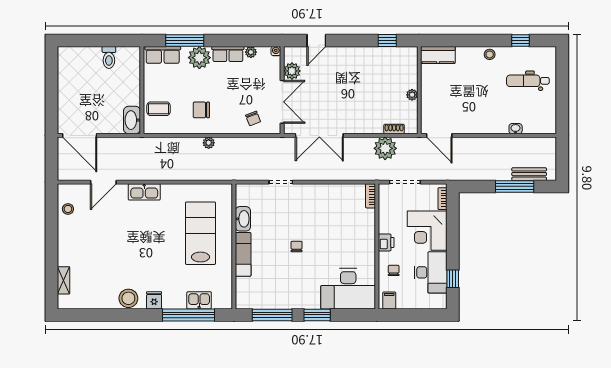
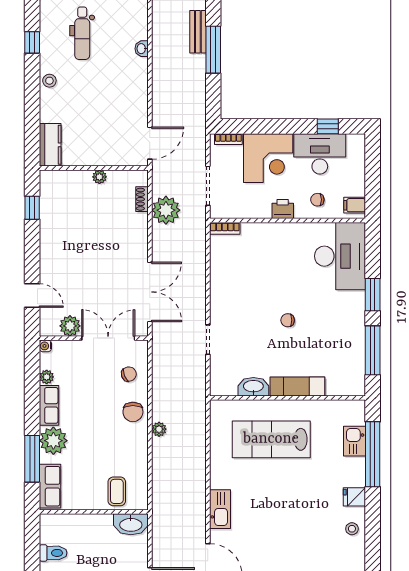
chair: (201, 110) -> (133, 412), moved
stool: (128, 298) -> (352, 529), width x0.53, depth x0.53

